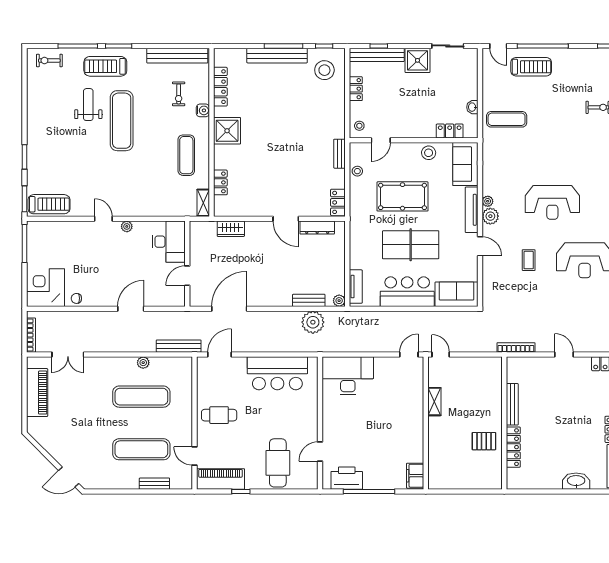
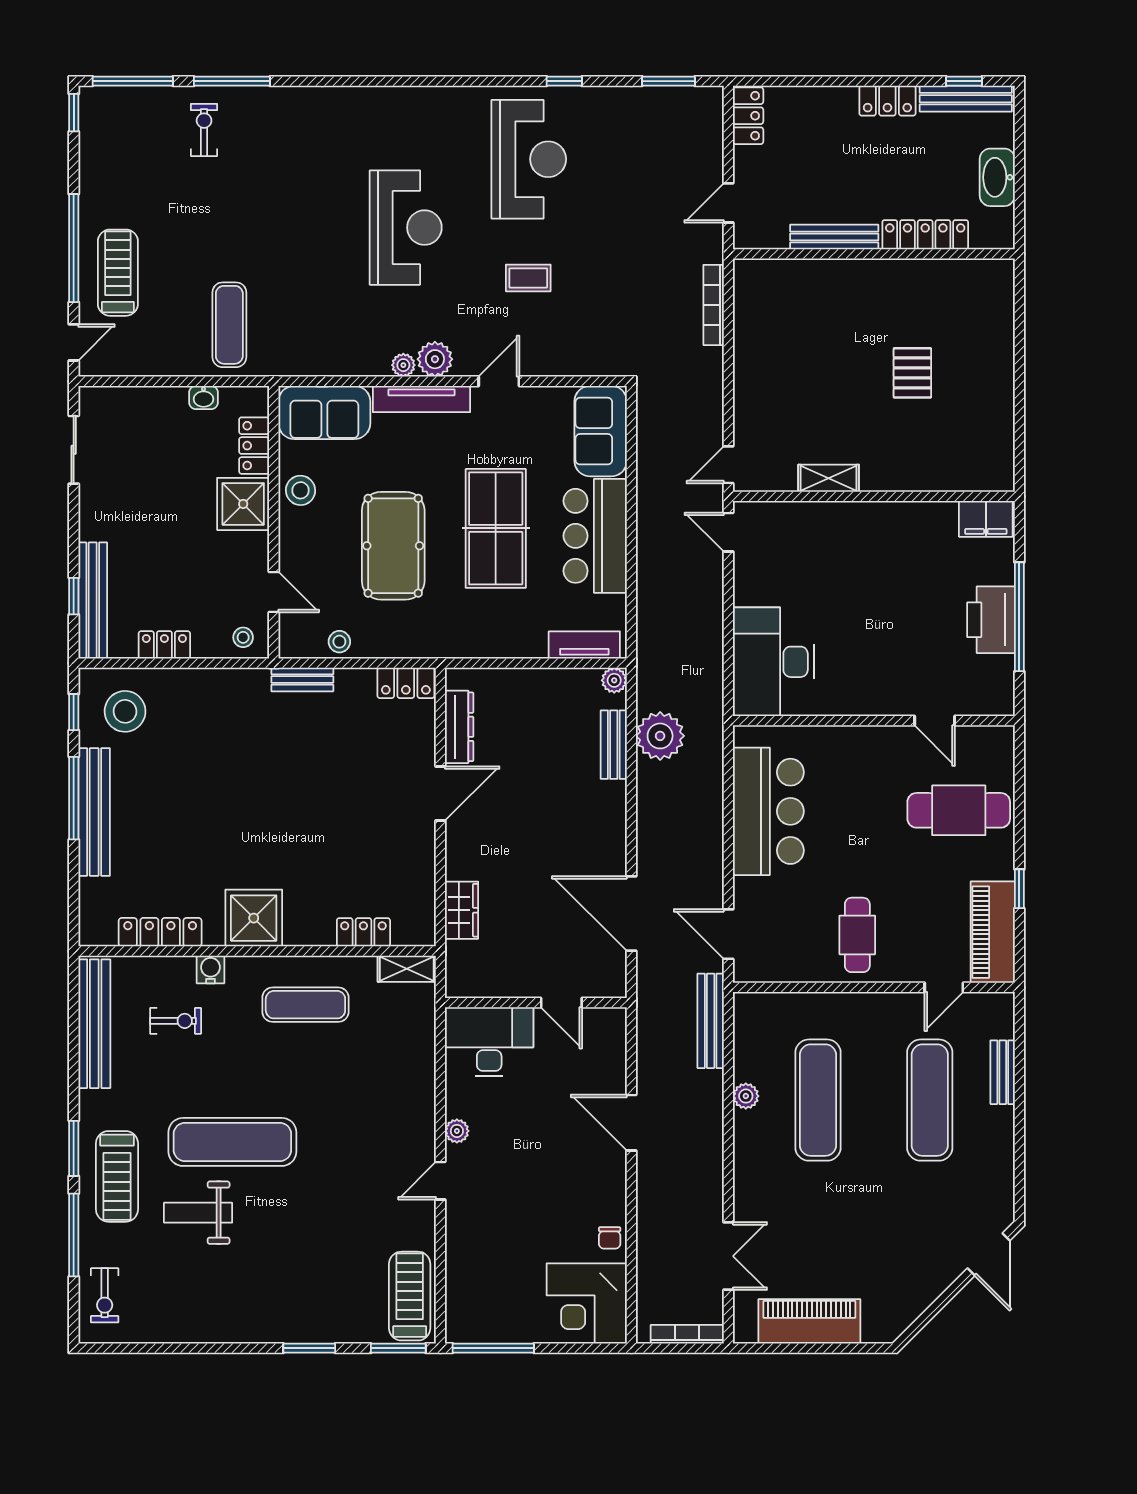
shower: (417, 60) -> (243, 504), moved
bench: (512, 404) -> (834, 237), moved
wall: (504, 423) -> (874, 254), moved
locker: (513, 447) -> (925, 235), moved
printer: (347, 478) -> (991, 620), moved

